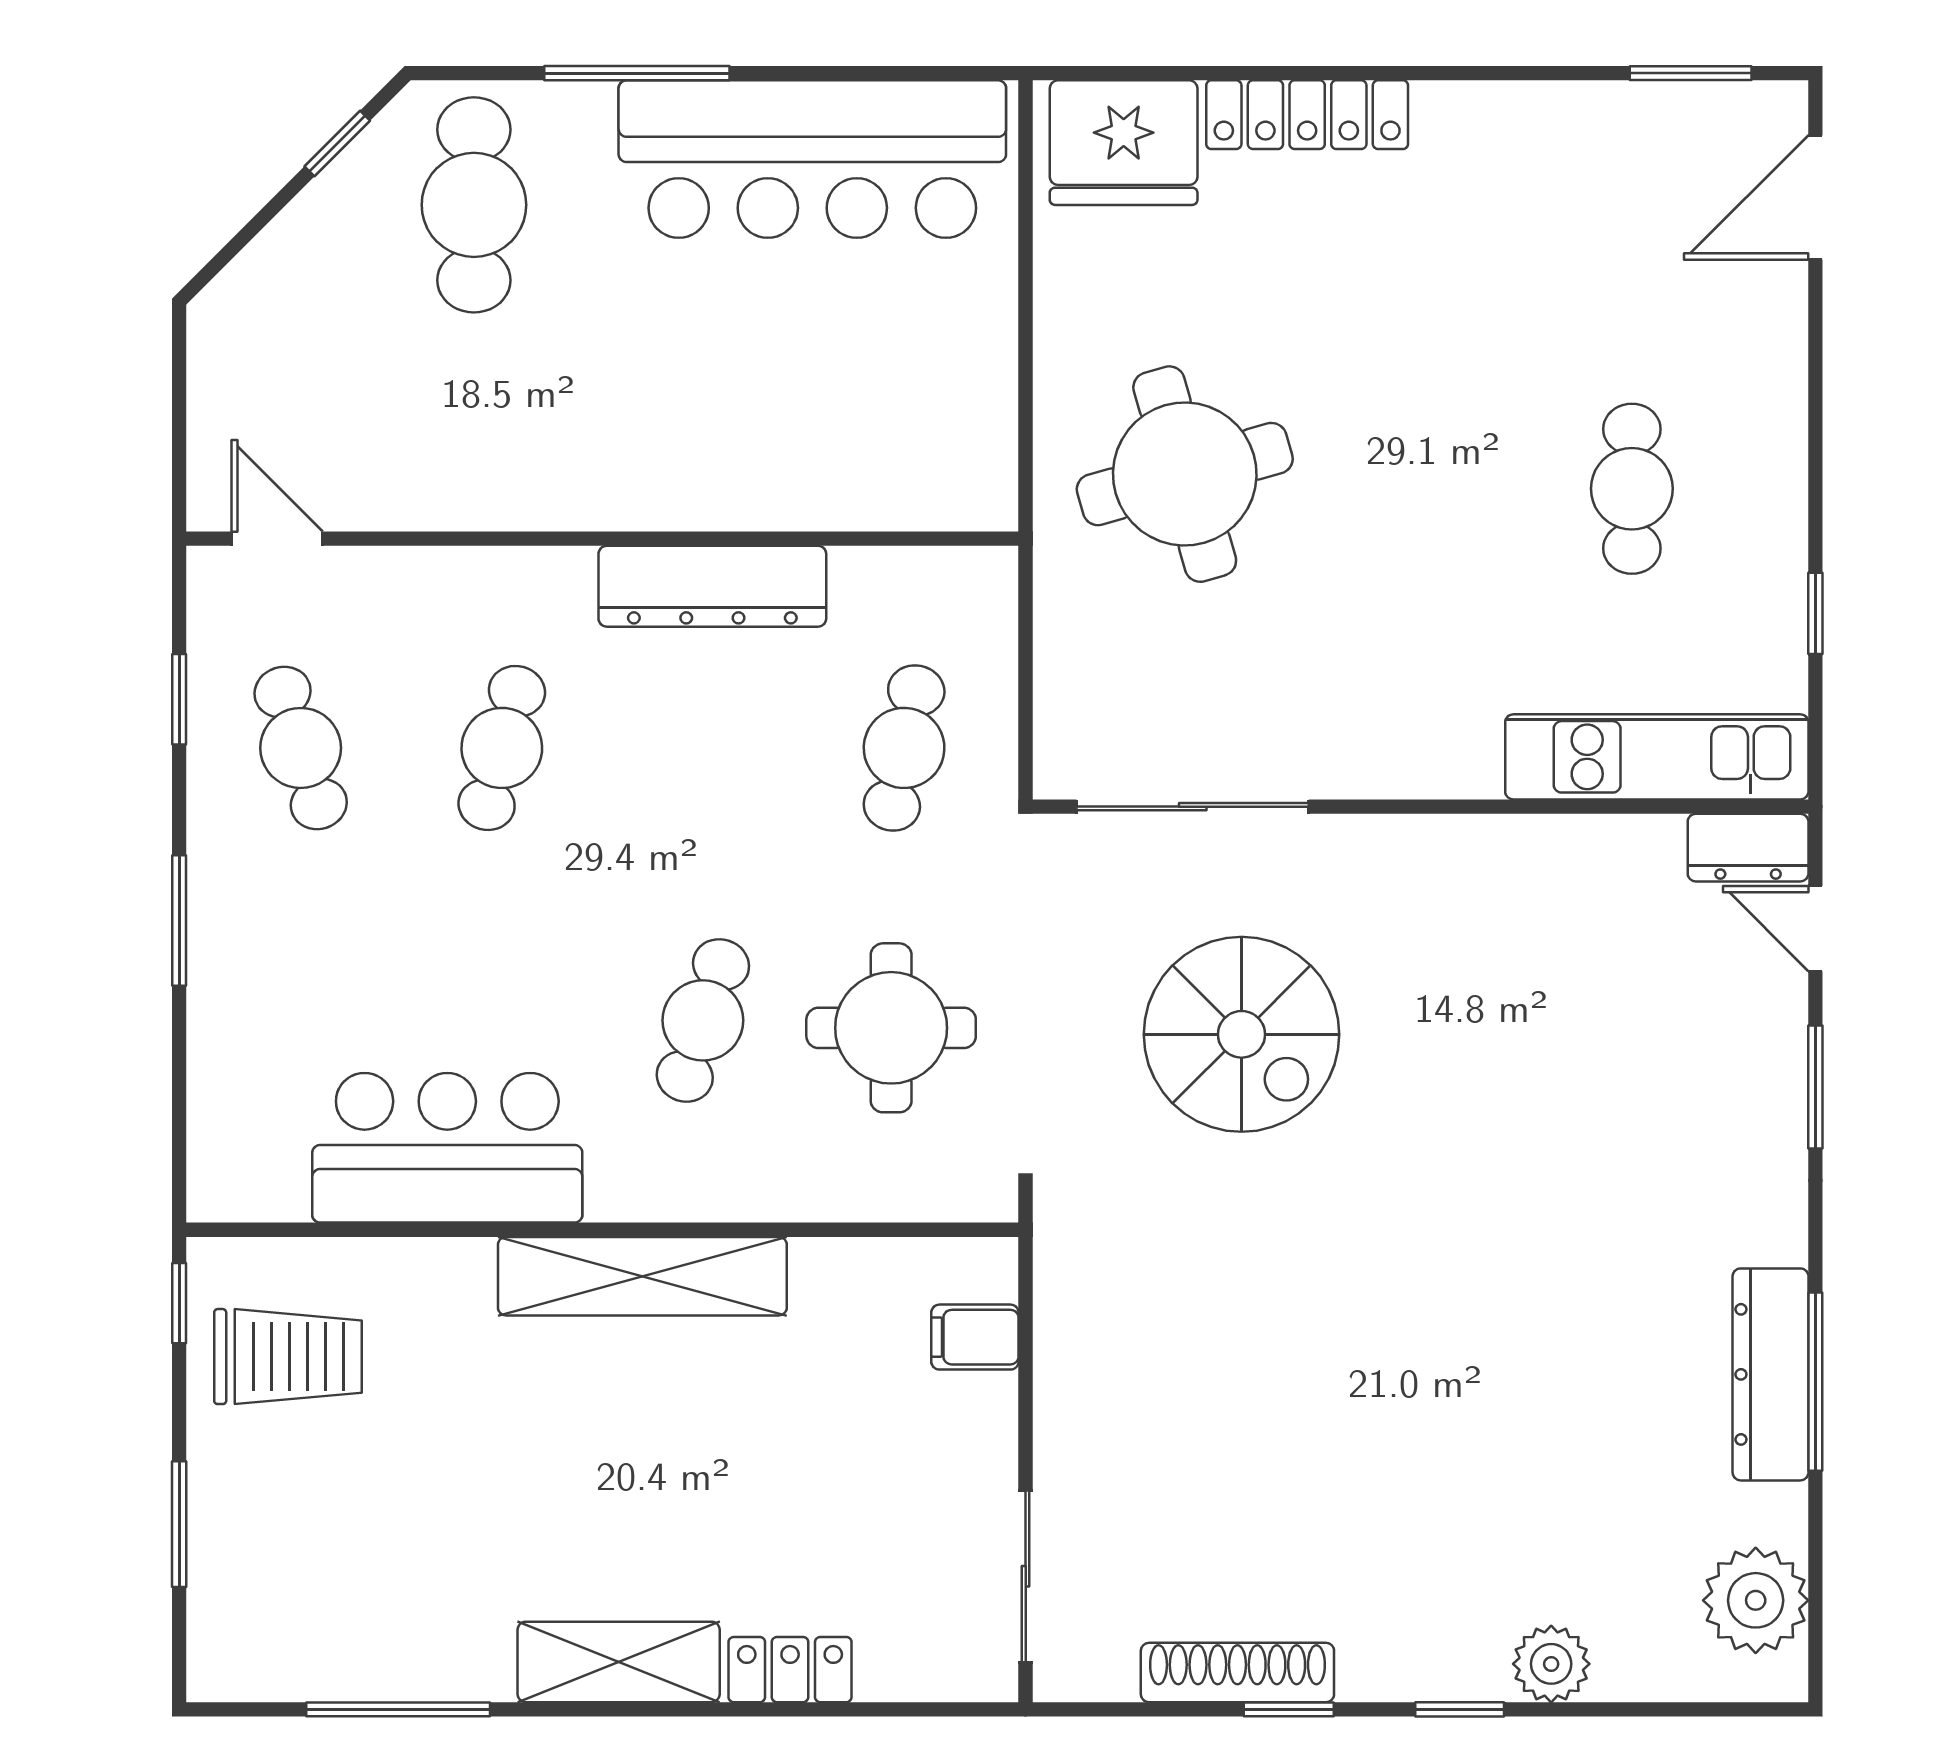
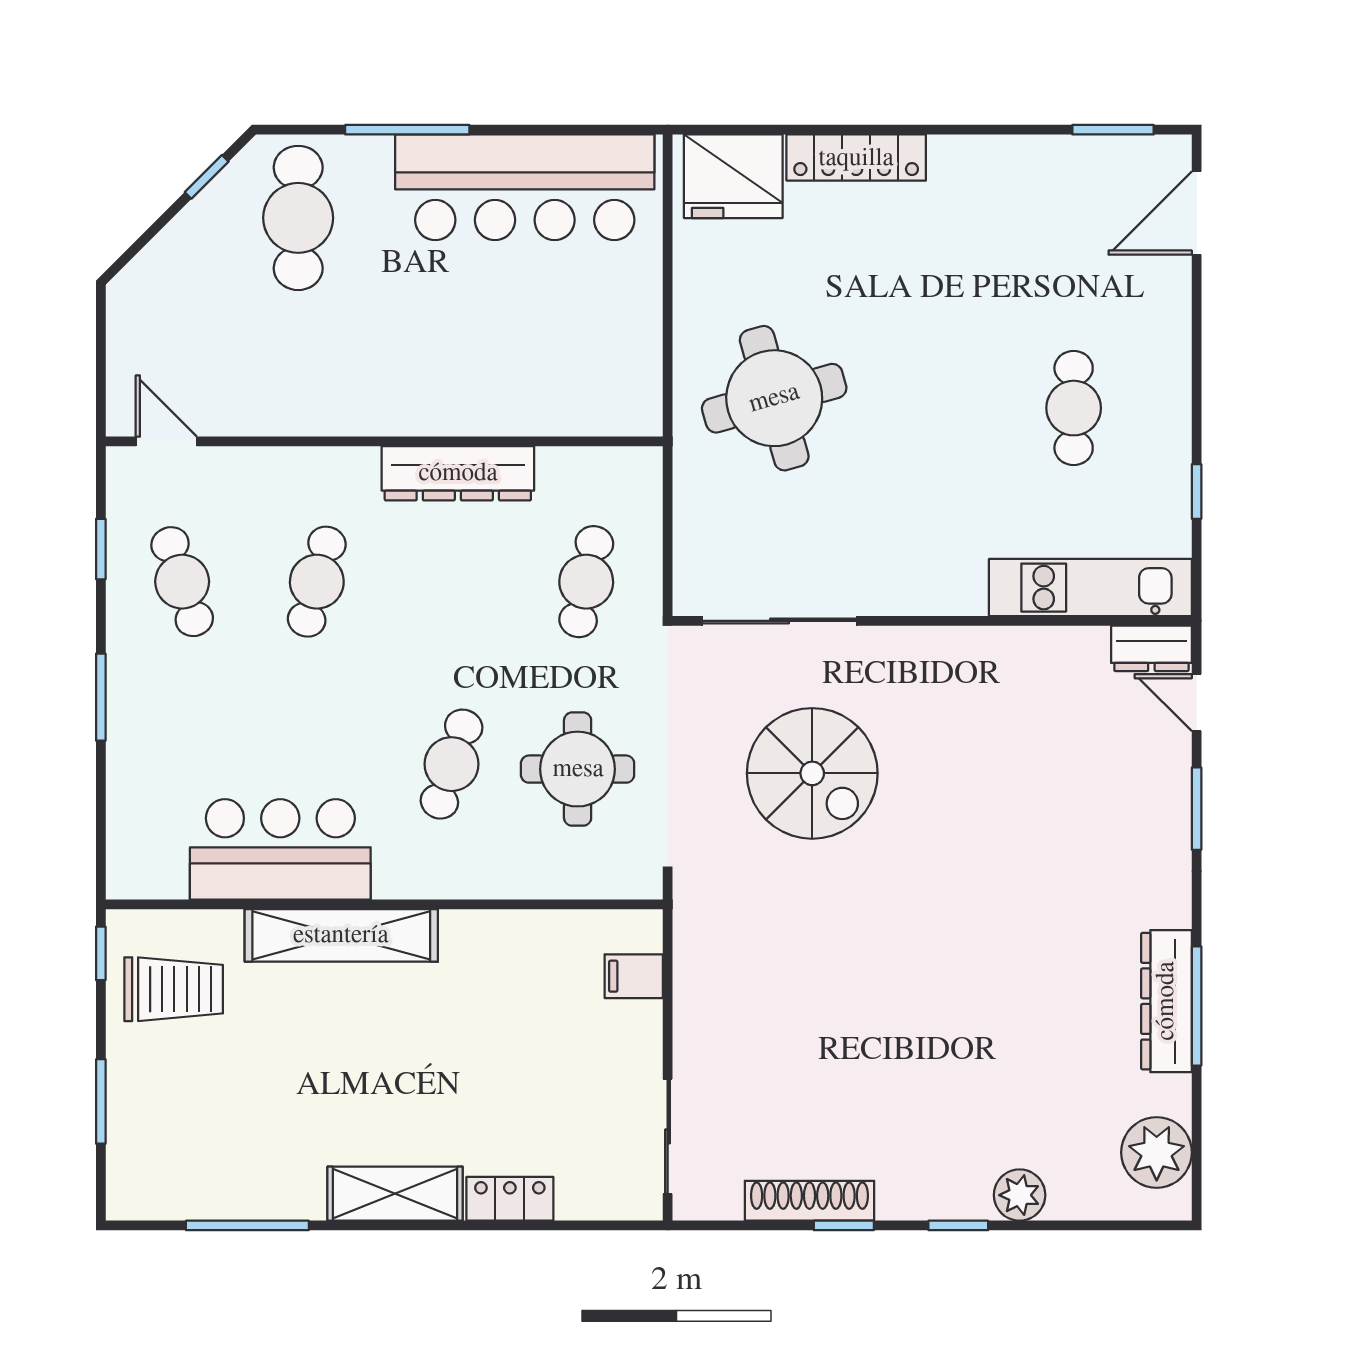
shelving: (642, 1276) -> (341, 935), moved

